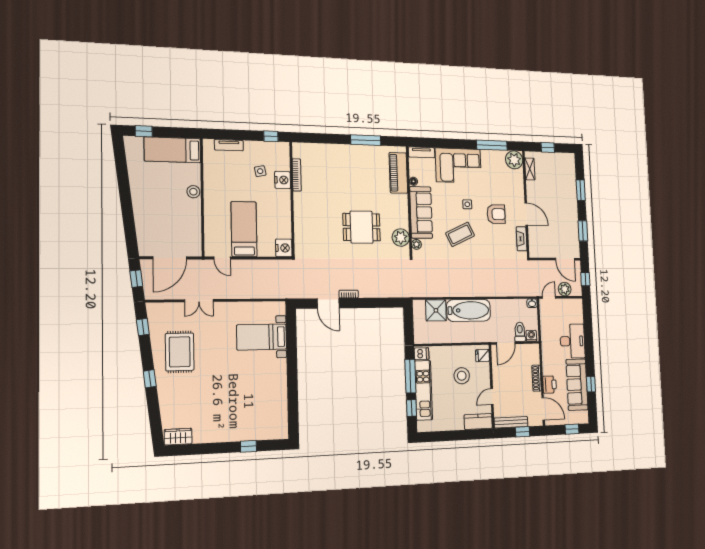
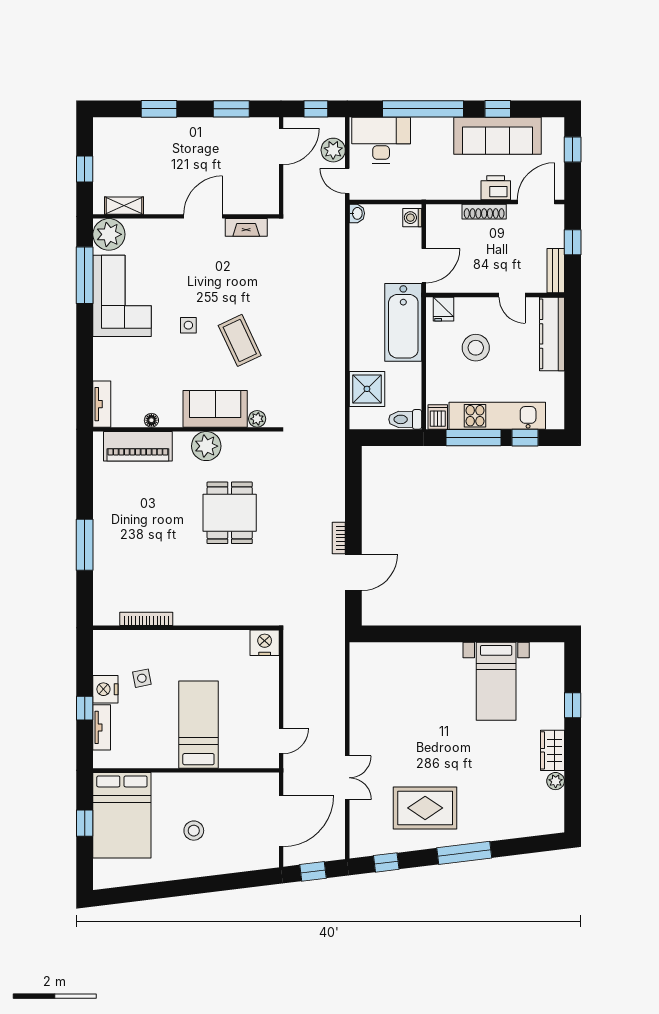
window: (144, 131) -> (85, 823), moved
window: (271, 136) -> (85, 708), moved
window: (366, 140) -> (85, 545), moved
bed: (172, 150) -> (122, 815), width x1.50
corner sofa: (458, 165) -> (122, 296), moved
nightstand: (283, 180) -> (105, 689), moved, turned -90
stool: (193, 192) -> (194, 831), moved
sofa: (421, 212) -> (215, 409), width x0.73
armchair: (496, 214) -> (204, 273), removed
bed: (244, 229) -> (198, 725), moved, turned 90
plant: (401, 238) -> (206, 446), moved
door: (170, 258) -> (281, 821), hinge flipped
bathtub: (469, 310) -> (403, 322), moved, turned 180
toilet: (520, 332) -> (405, 419), moved
bed with nightstands: (262, 337) -> (496, 681), moved
desk: (572, 341) -> (381, 140), moved
window: (589, 341) -> (423, 109), added
door: (506, 343) -> (424, 266), hinge flipped
window: (150, 379) -> (464, 853), width x2.17
kitchen counter: (478, 422) -> (552, 334), width x1.50
bench: (511, 422) -> (556, 271), width x0.73
wardrobe: (178, 437) -> (552, 750), moved
plant: (199, 438) -> (556, 781), added

